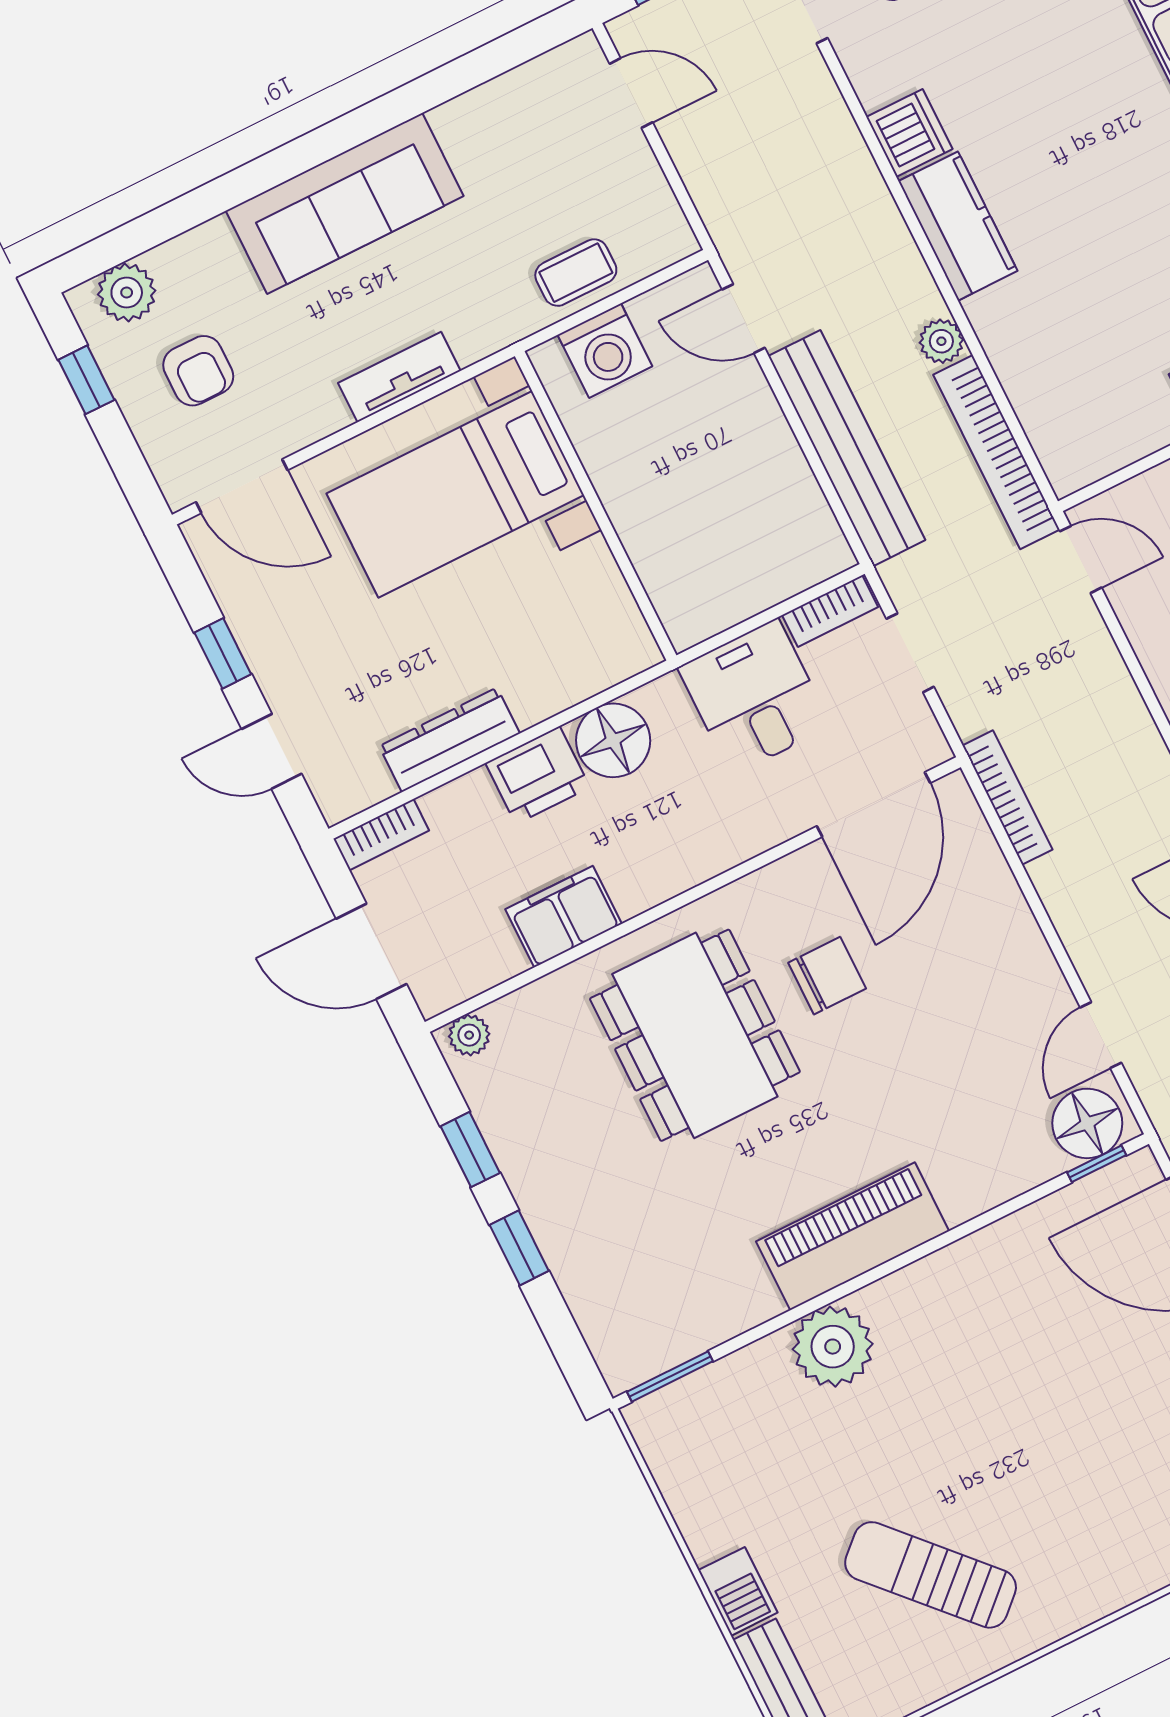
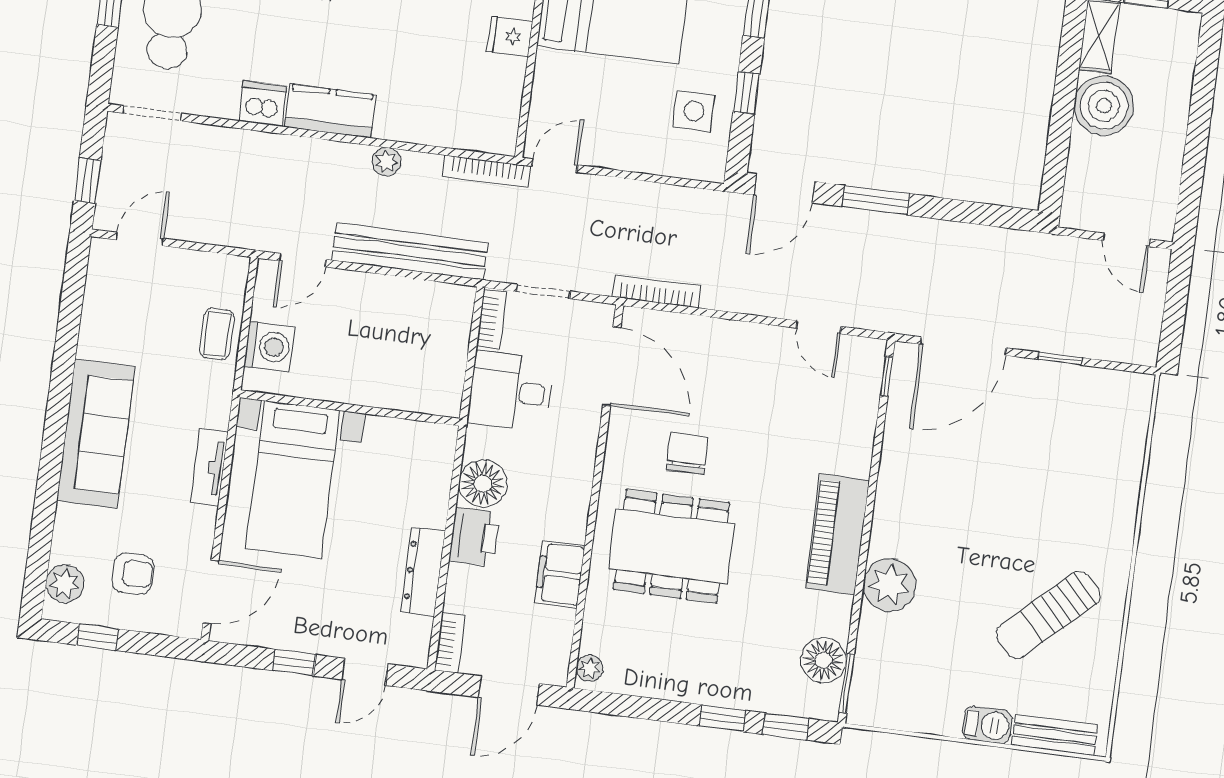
bookcase: (996, 452) -> (487, 171), width x0.68, depth x0.76
floor lamp: (1087, 1123) -> (823, 660), moved
window: (470, 1150) -> (786, 726), moved

